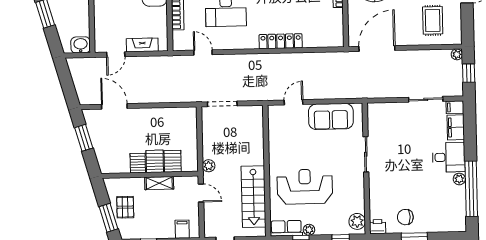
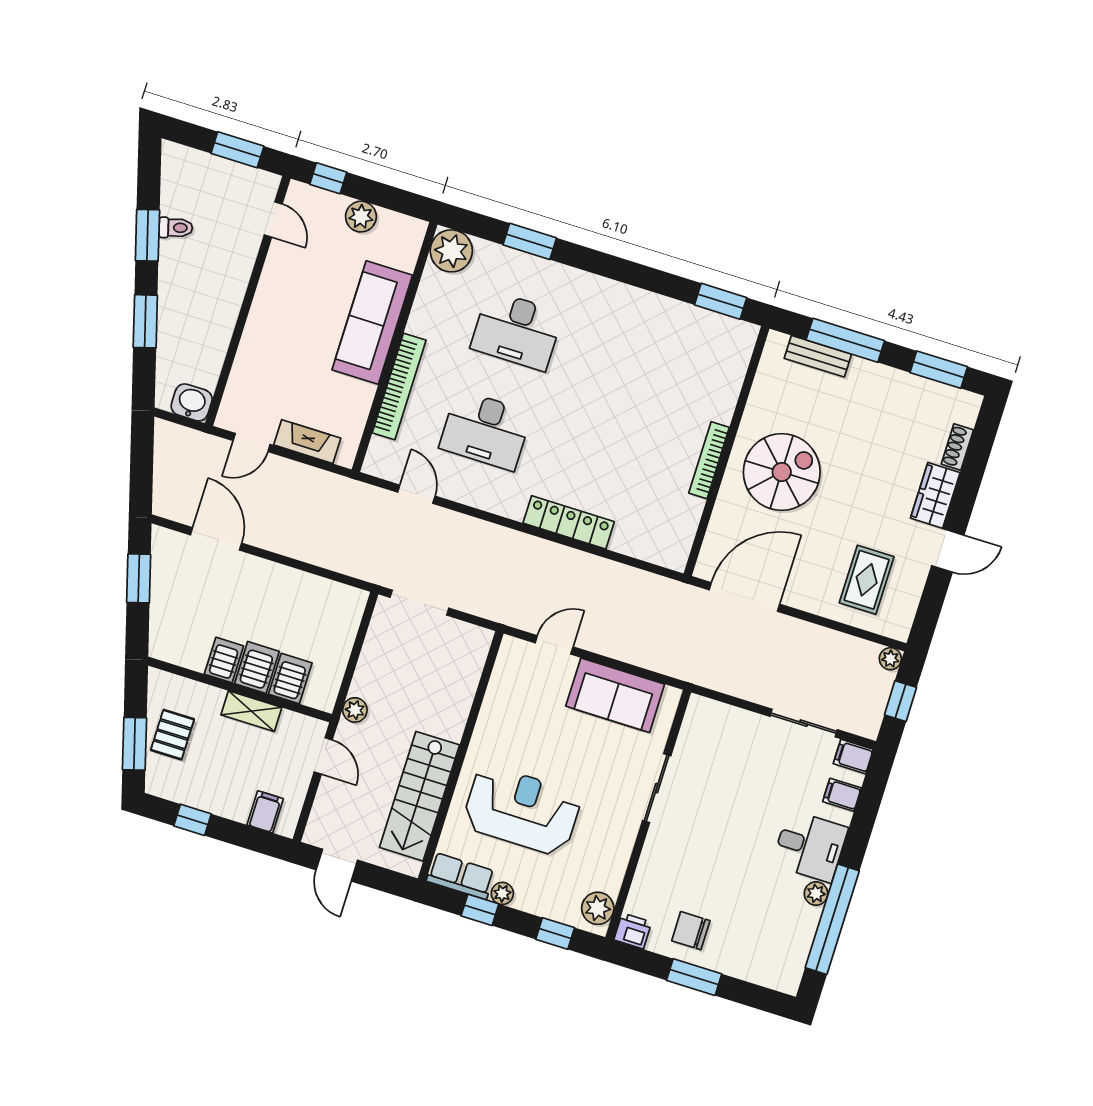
filing cabinet: (456, 127) -> (842, 795), width x0.50

